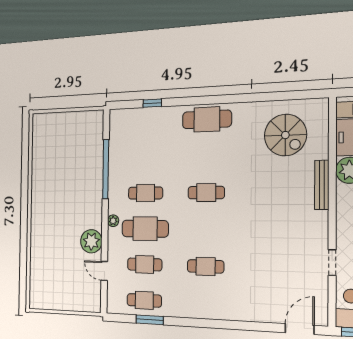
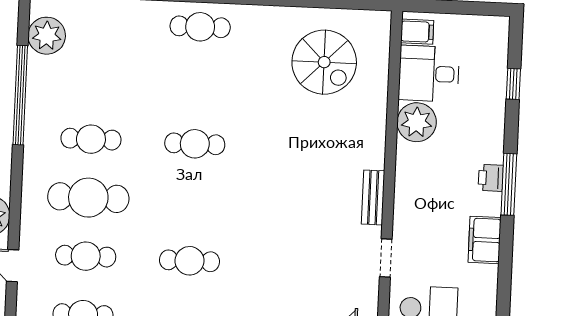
cafe table: (207, 119) -> (200, 27), width x0.73, depth x0.74
bench: (322, 185) -> (373, 197), moved, width x0.73
plant: (113, 221) -> (47, 36), moved, width x1.88, depth x1.88

